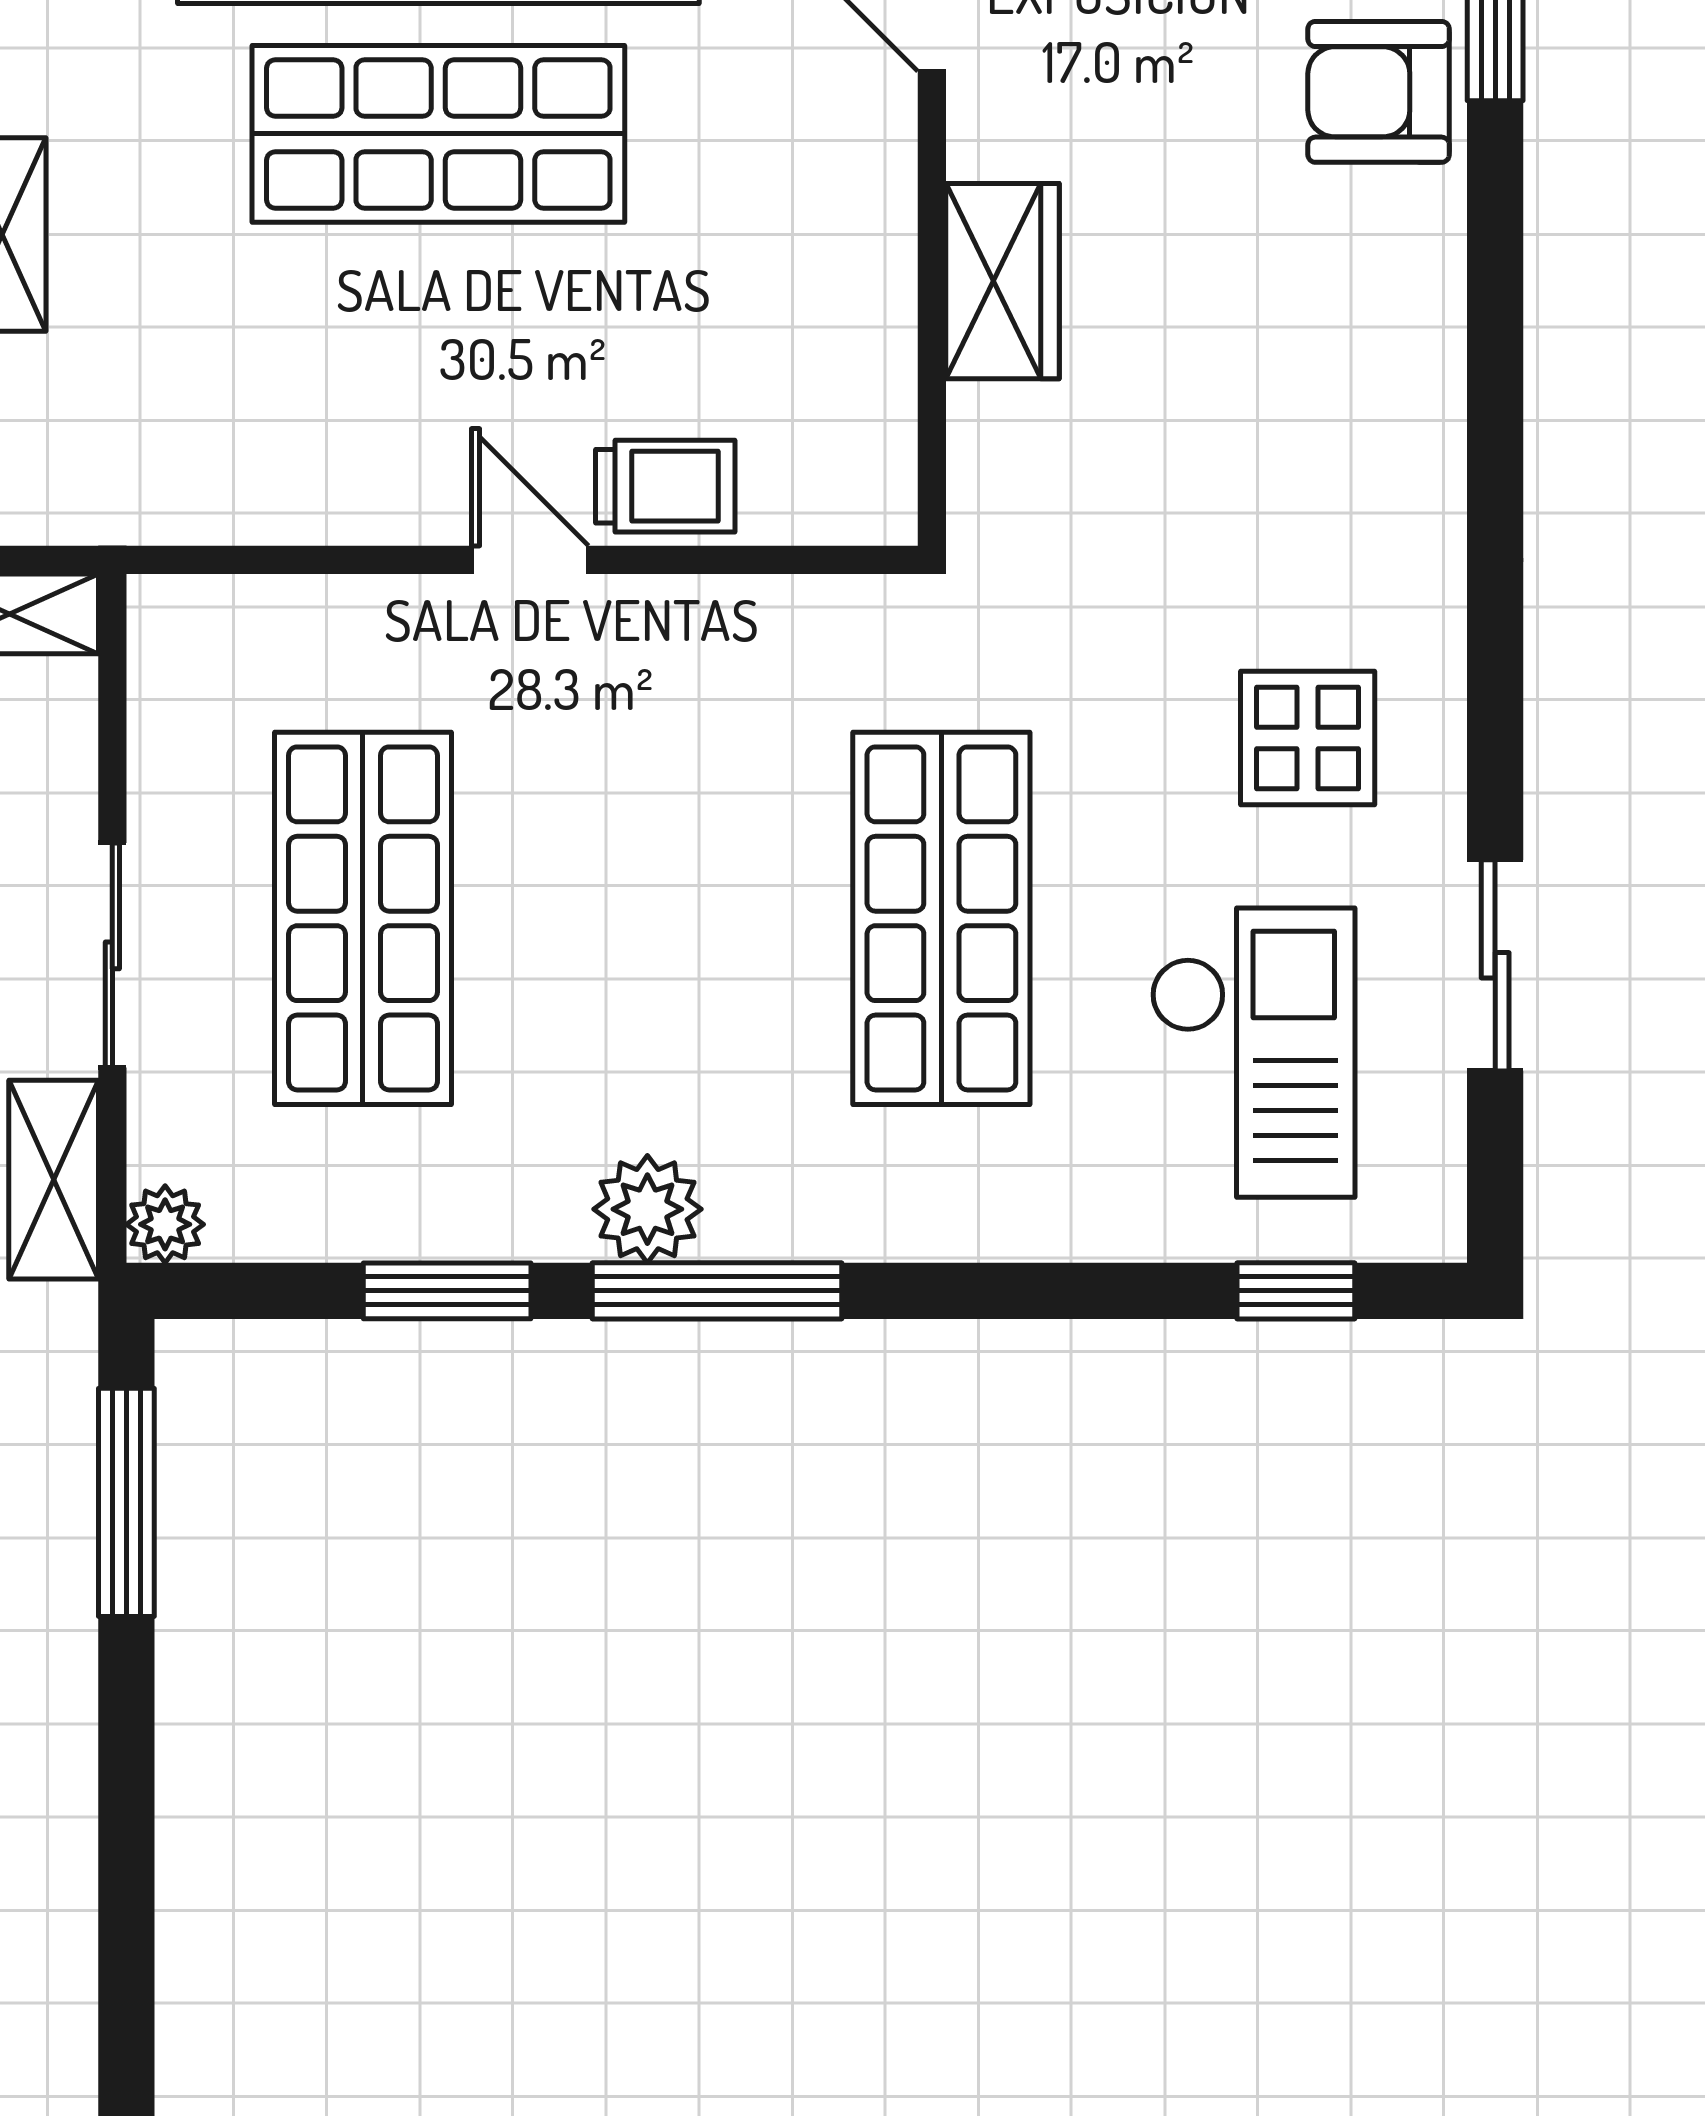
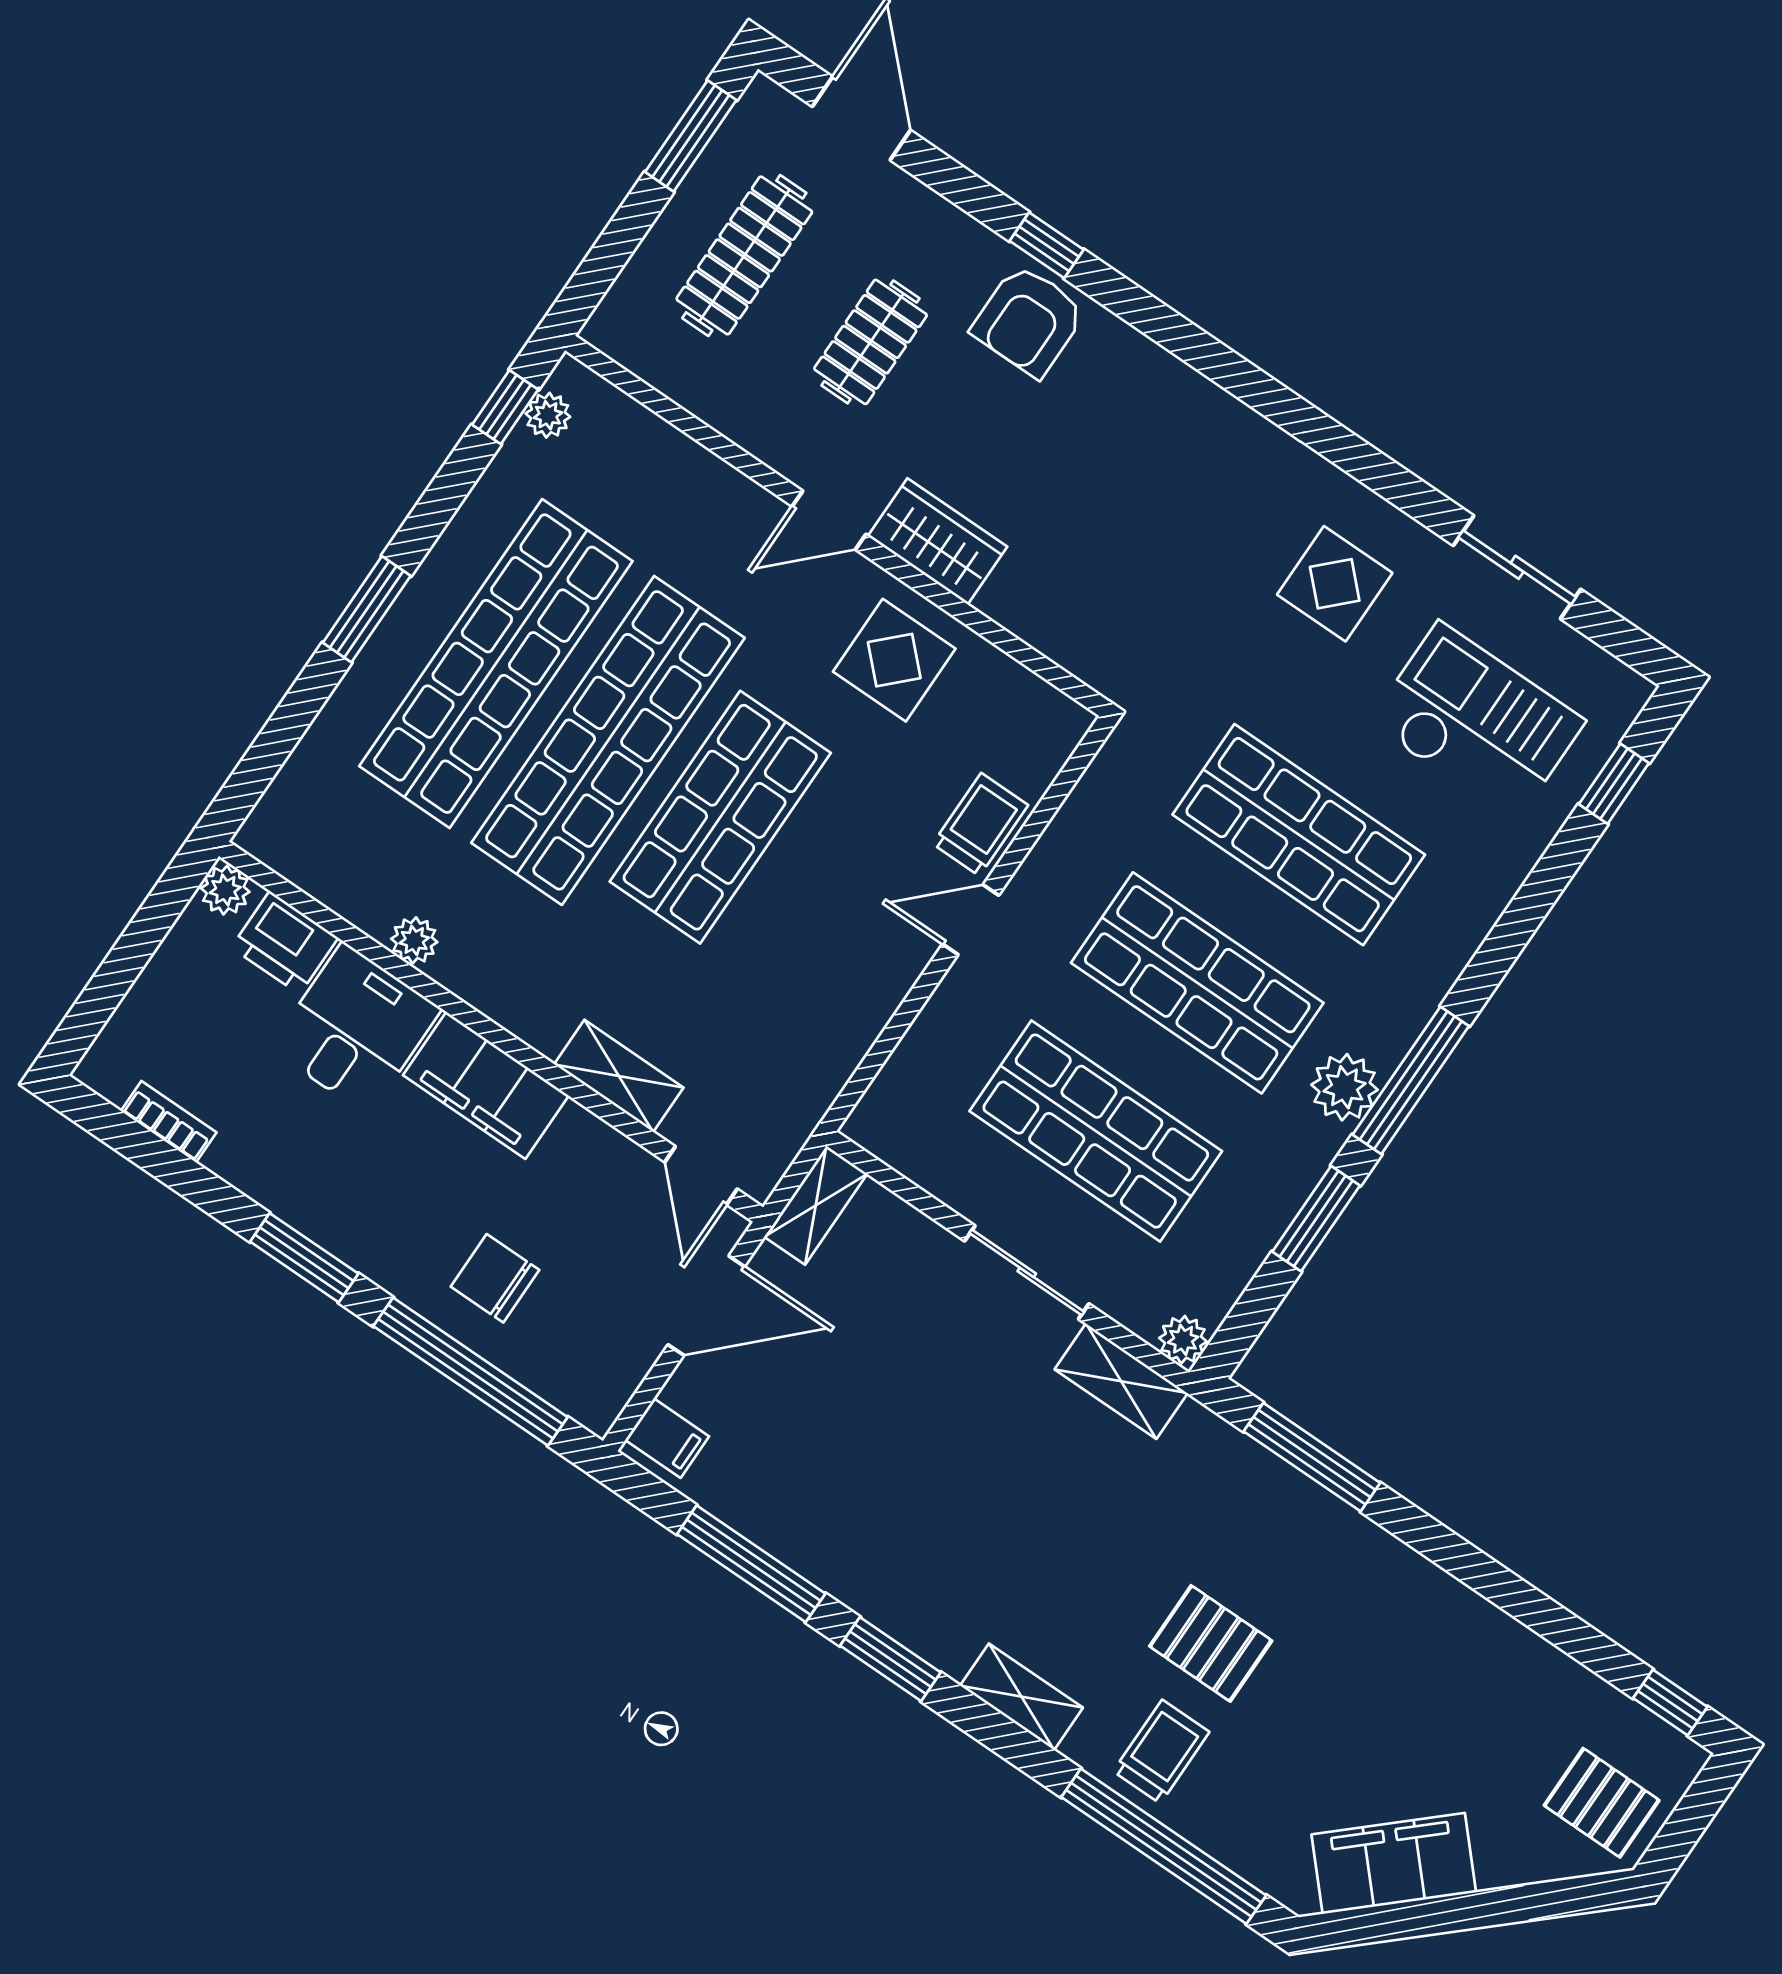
display table: (805, 222) -> (894, 660), added
wardrobe: (1002, 281) -> (938, 541), moved
shop shelf: (652, 918) -> (1197, 983), added

